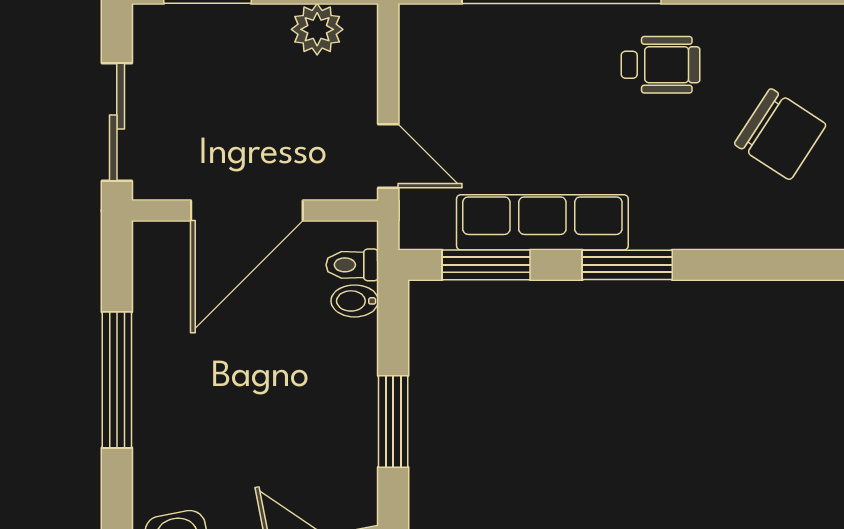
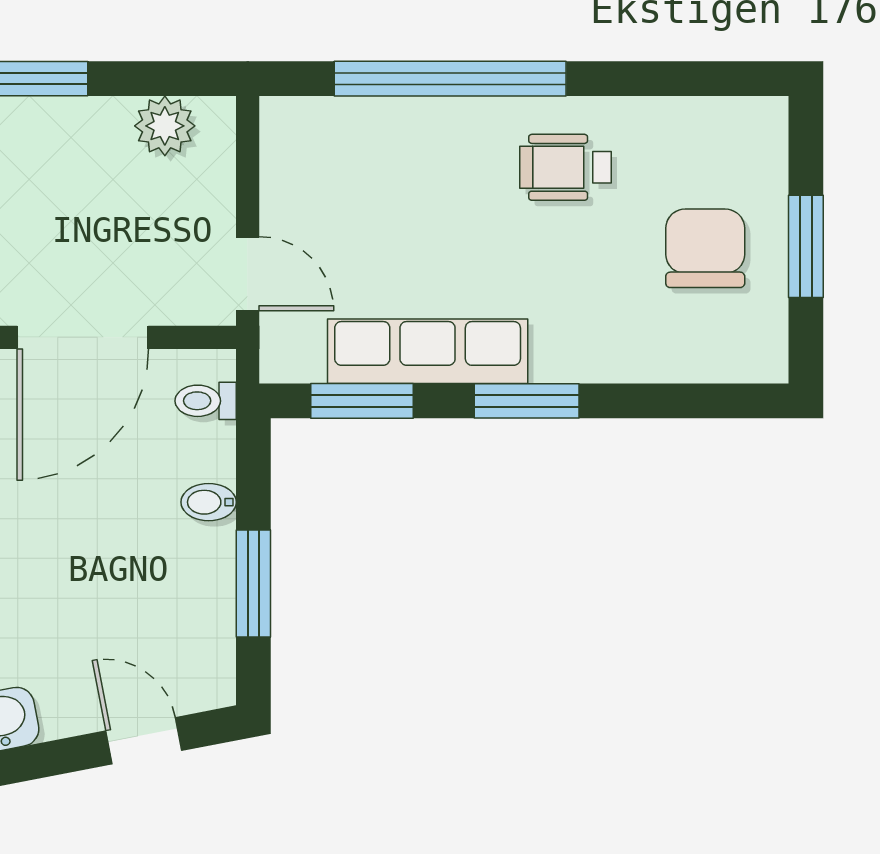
wheelchair: (661, 65) -> (565, 167), turned 180
chair: (780, 134) -> (705, 248), turned -123
bidet: (355, 301) -> (209, 502), moved

